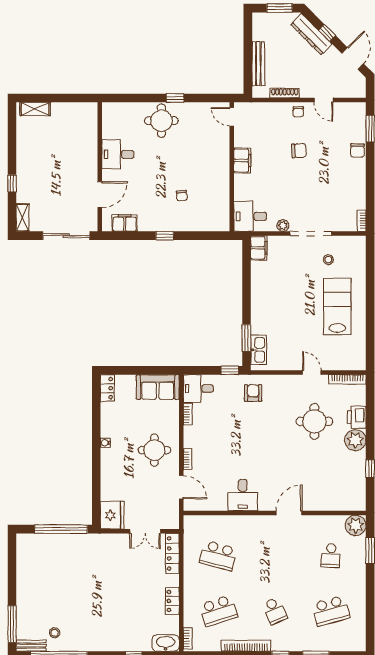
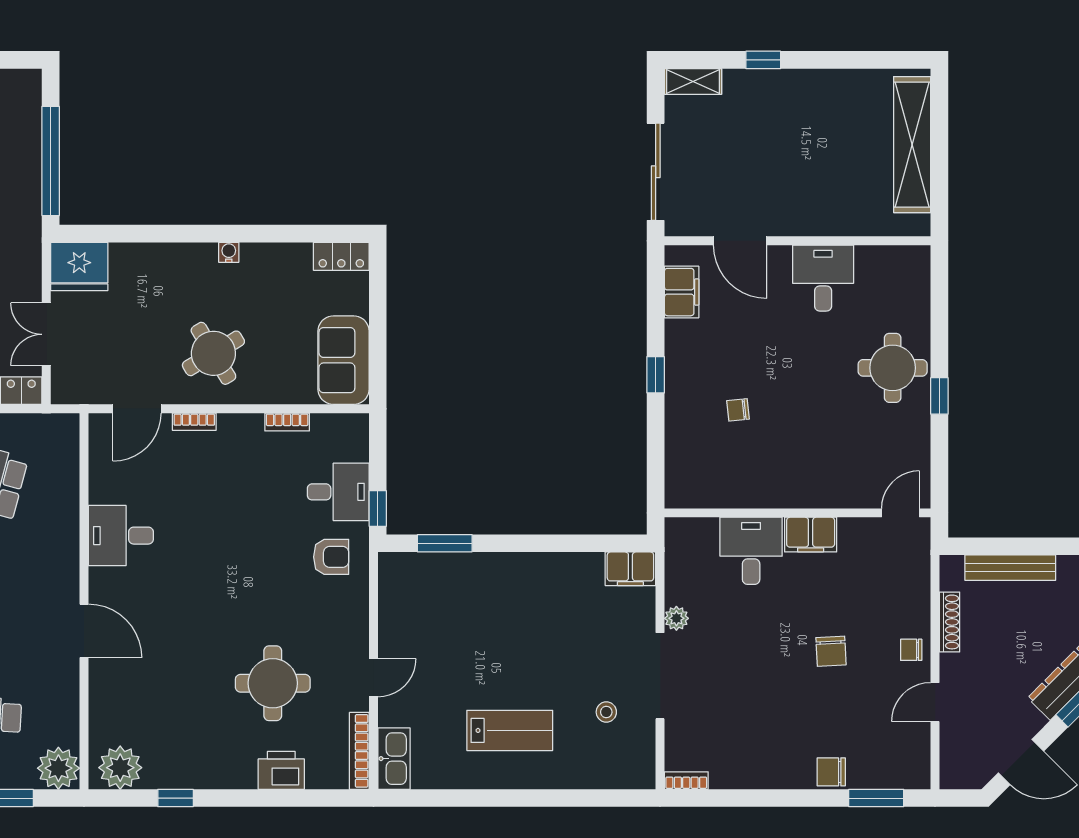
shelving: (35, 109) -> (912, 145), width x2.20, depth x1.33
desk: (250, 216) -> (751, 551), moved
lab bench: (337, 306) -> (510, 730), width x0.73, depth x0.72
kitchen sink: (259, 350) -> (394, 759), moved, turned -90
desk: (198, 389) -> (338, 492), moved, turned 90
plant: (355, 440) -> (120, 768), moved
round table: (154, 450) -> (213, 353), turned -31

